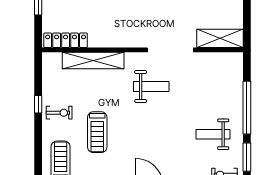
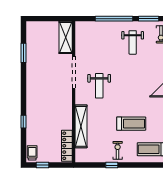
weight bench: (151, 86) -> (99, 86), turned 180

